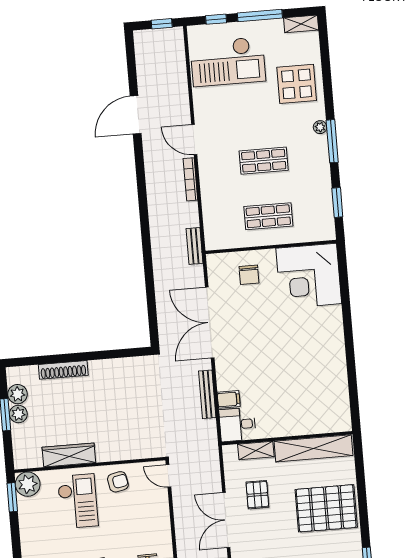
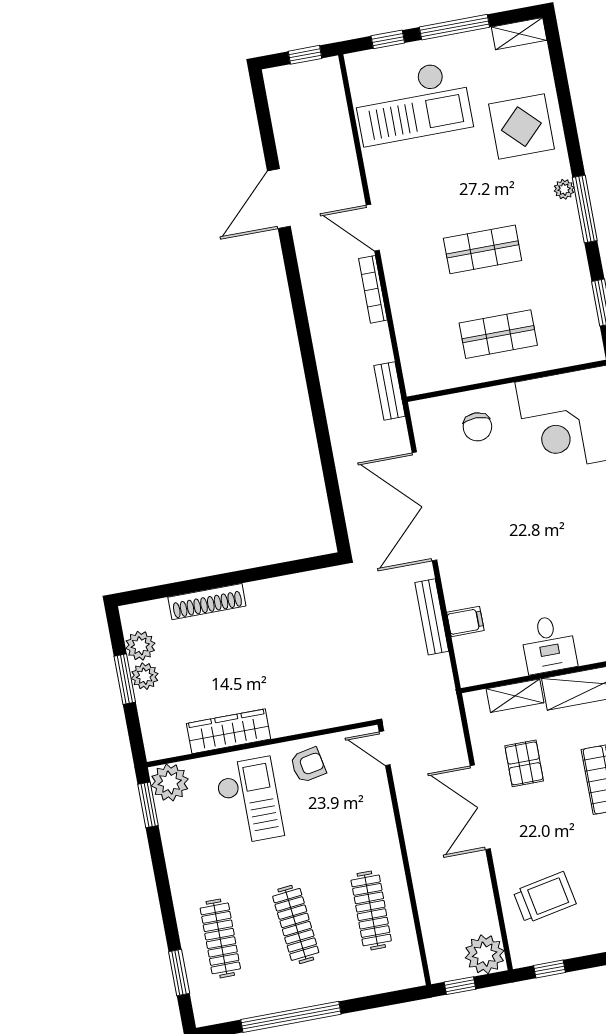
desk: (237, 424) -> (548, 644), moved, turned -90

